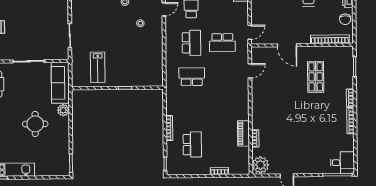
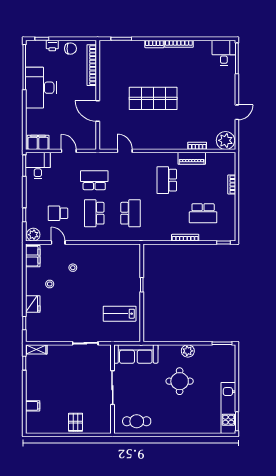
door: (250, 32) -> (69, 151), moved
school desk: (191, 43) -> (94, 213), turned -90
school desk: (222, 43) -> (94, 180), turned -90
door: (287, 45) -> (98, 111), swing flipped
lab bench: (98, 67) -> (120, 314), turned 180
school desk: (192, 77) -> (131, 213), turned 180
shop shelf: (316, 77) -> (153, 98), moved, width x1.43, depth x1.36
plant: (63, 110) -> (188, 351), moved
school desk: (223, 110) -> (167, 180), added
school desk: (192, 145) -> (203, 213), turned 180

